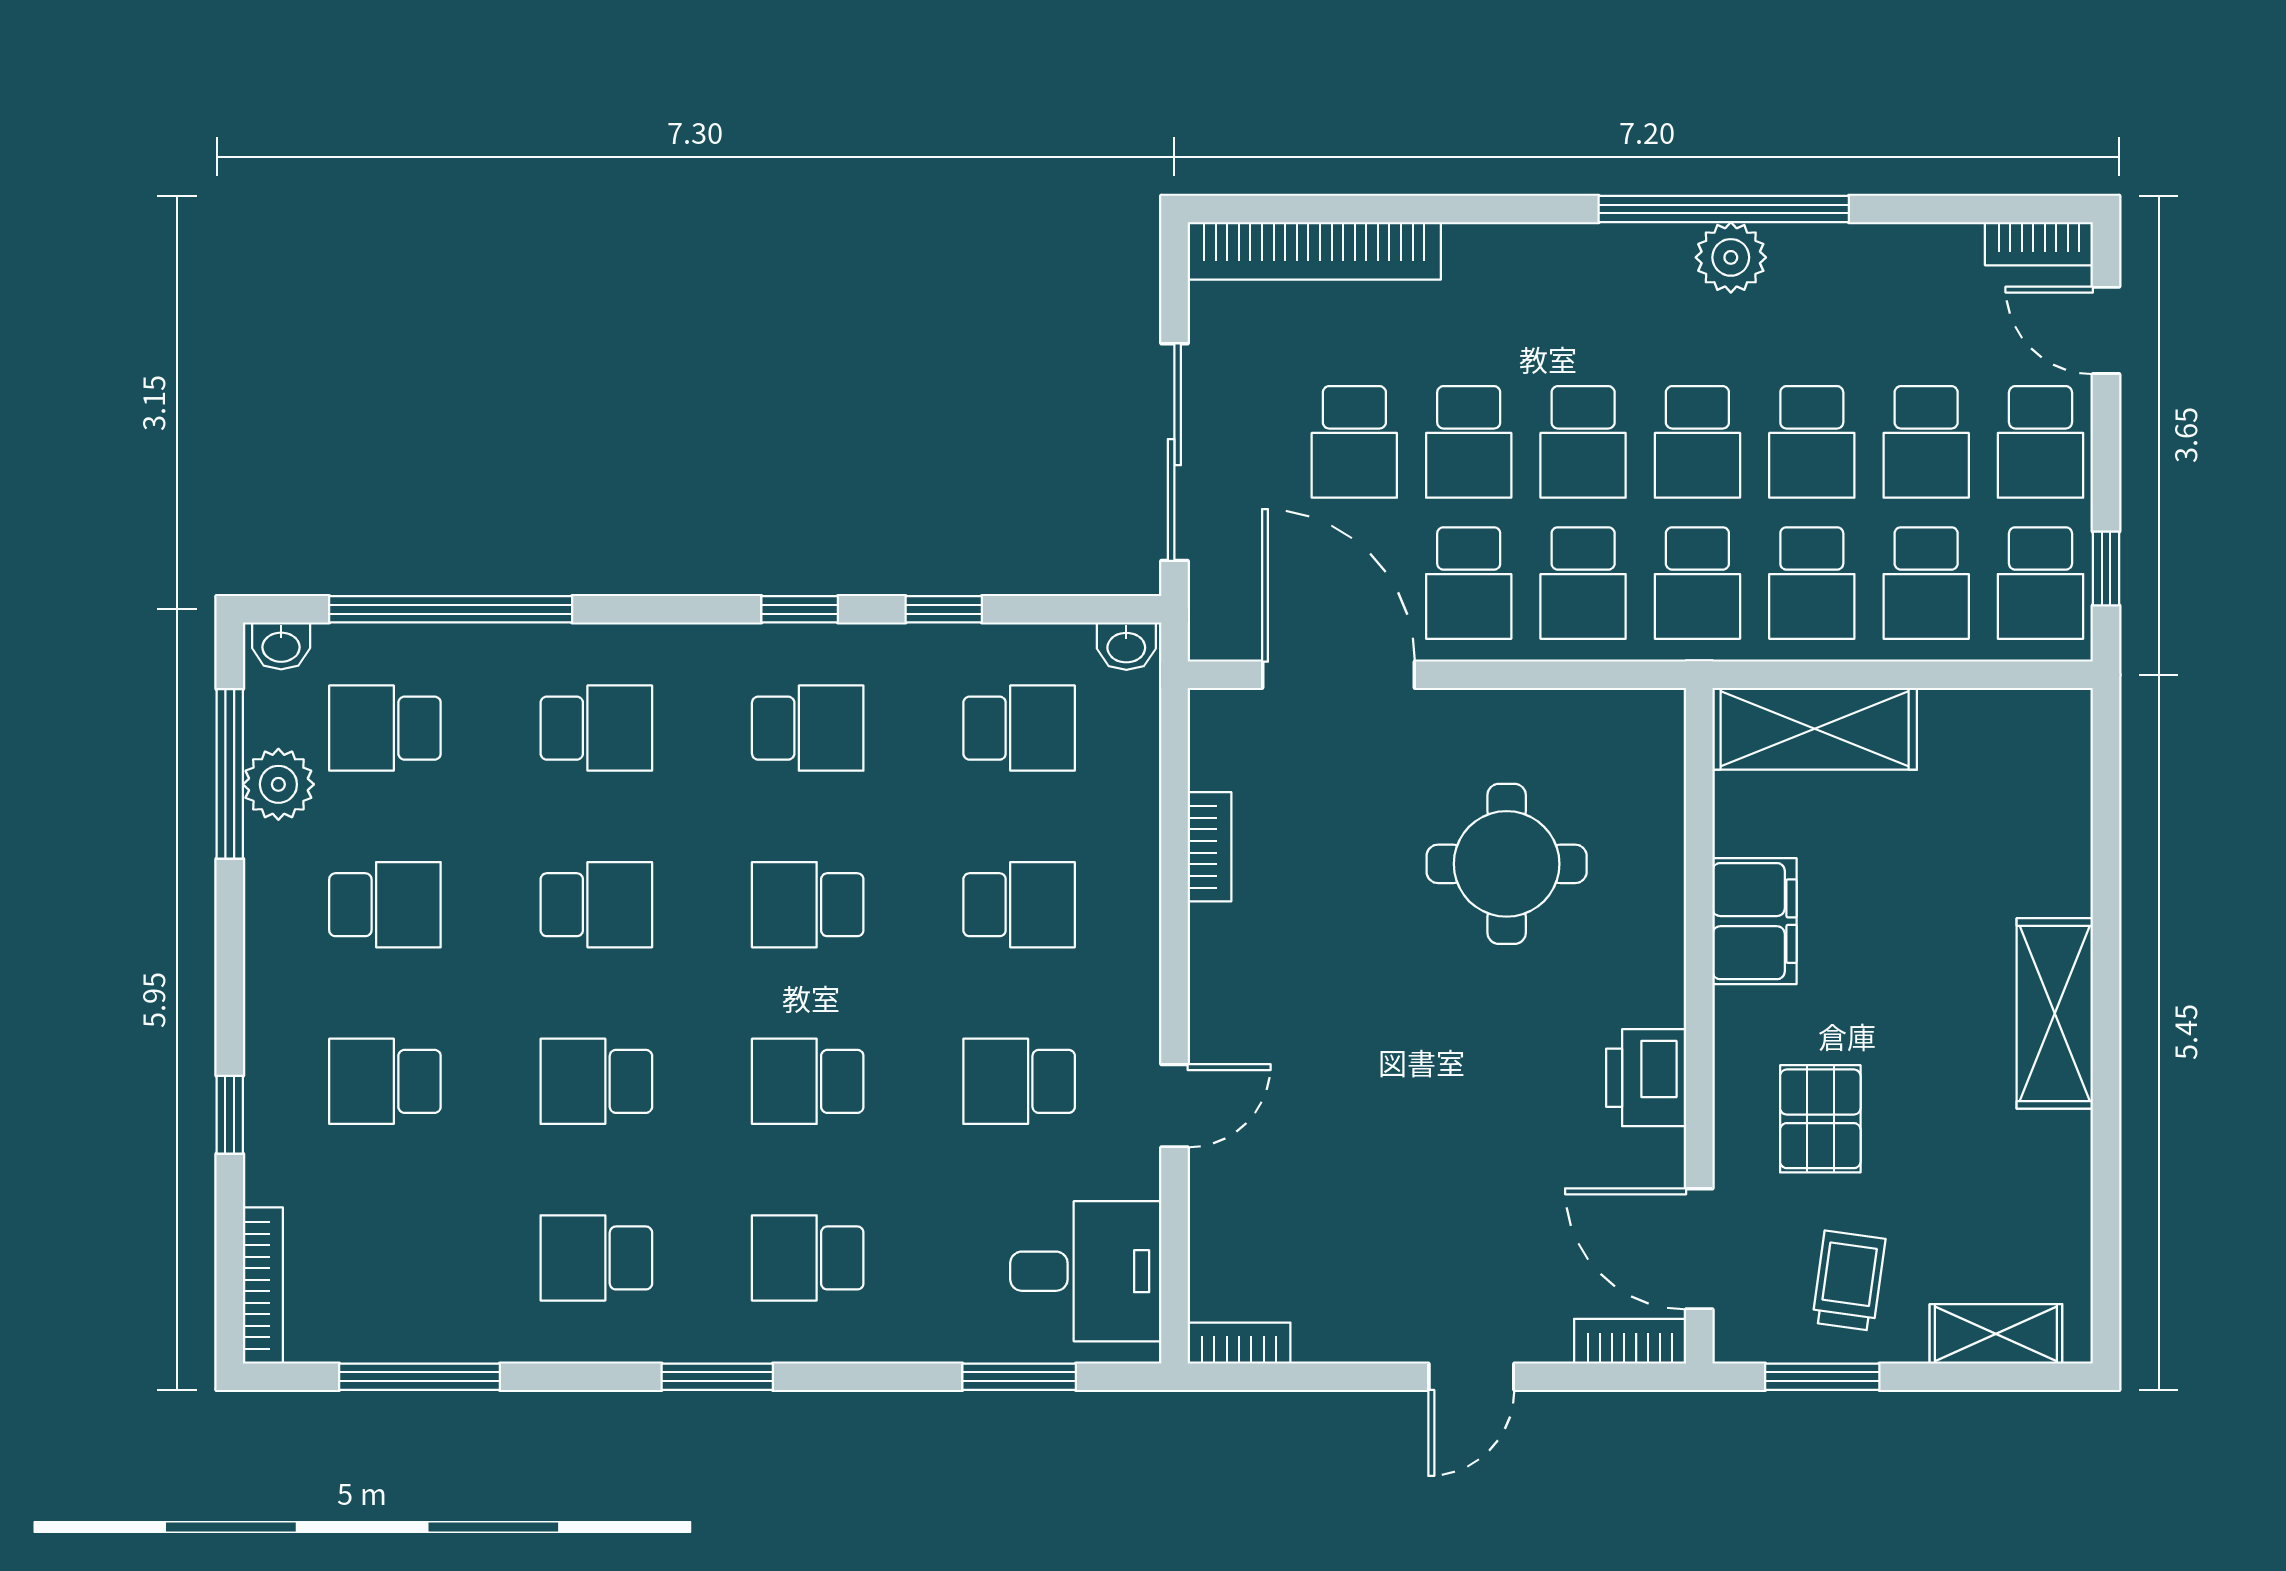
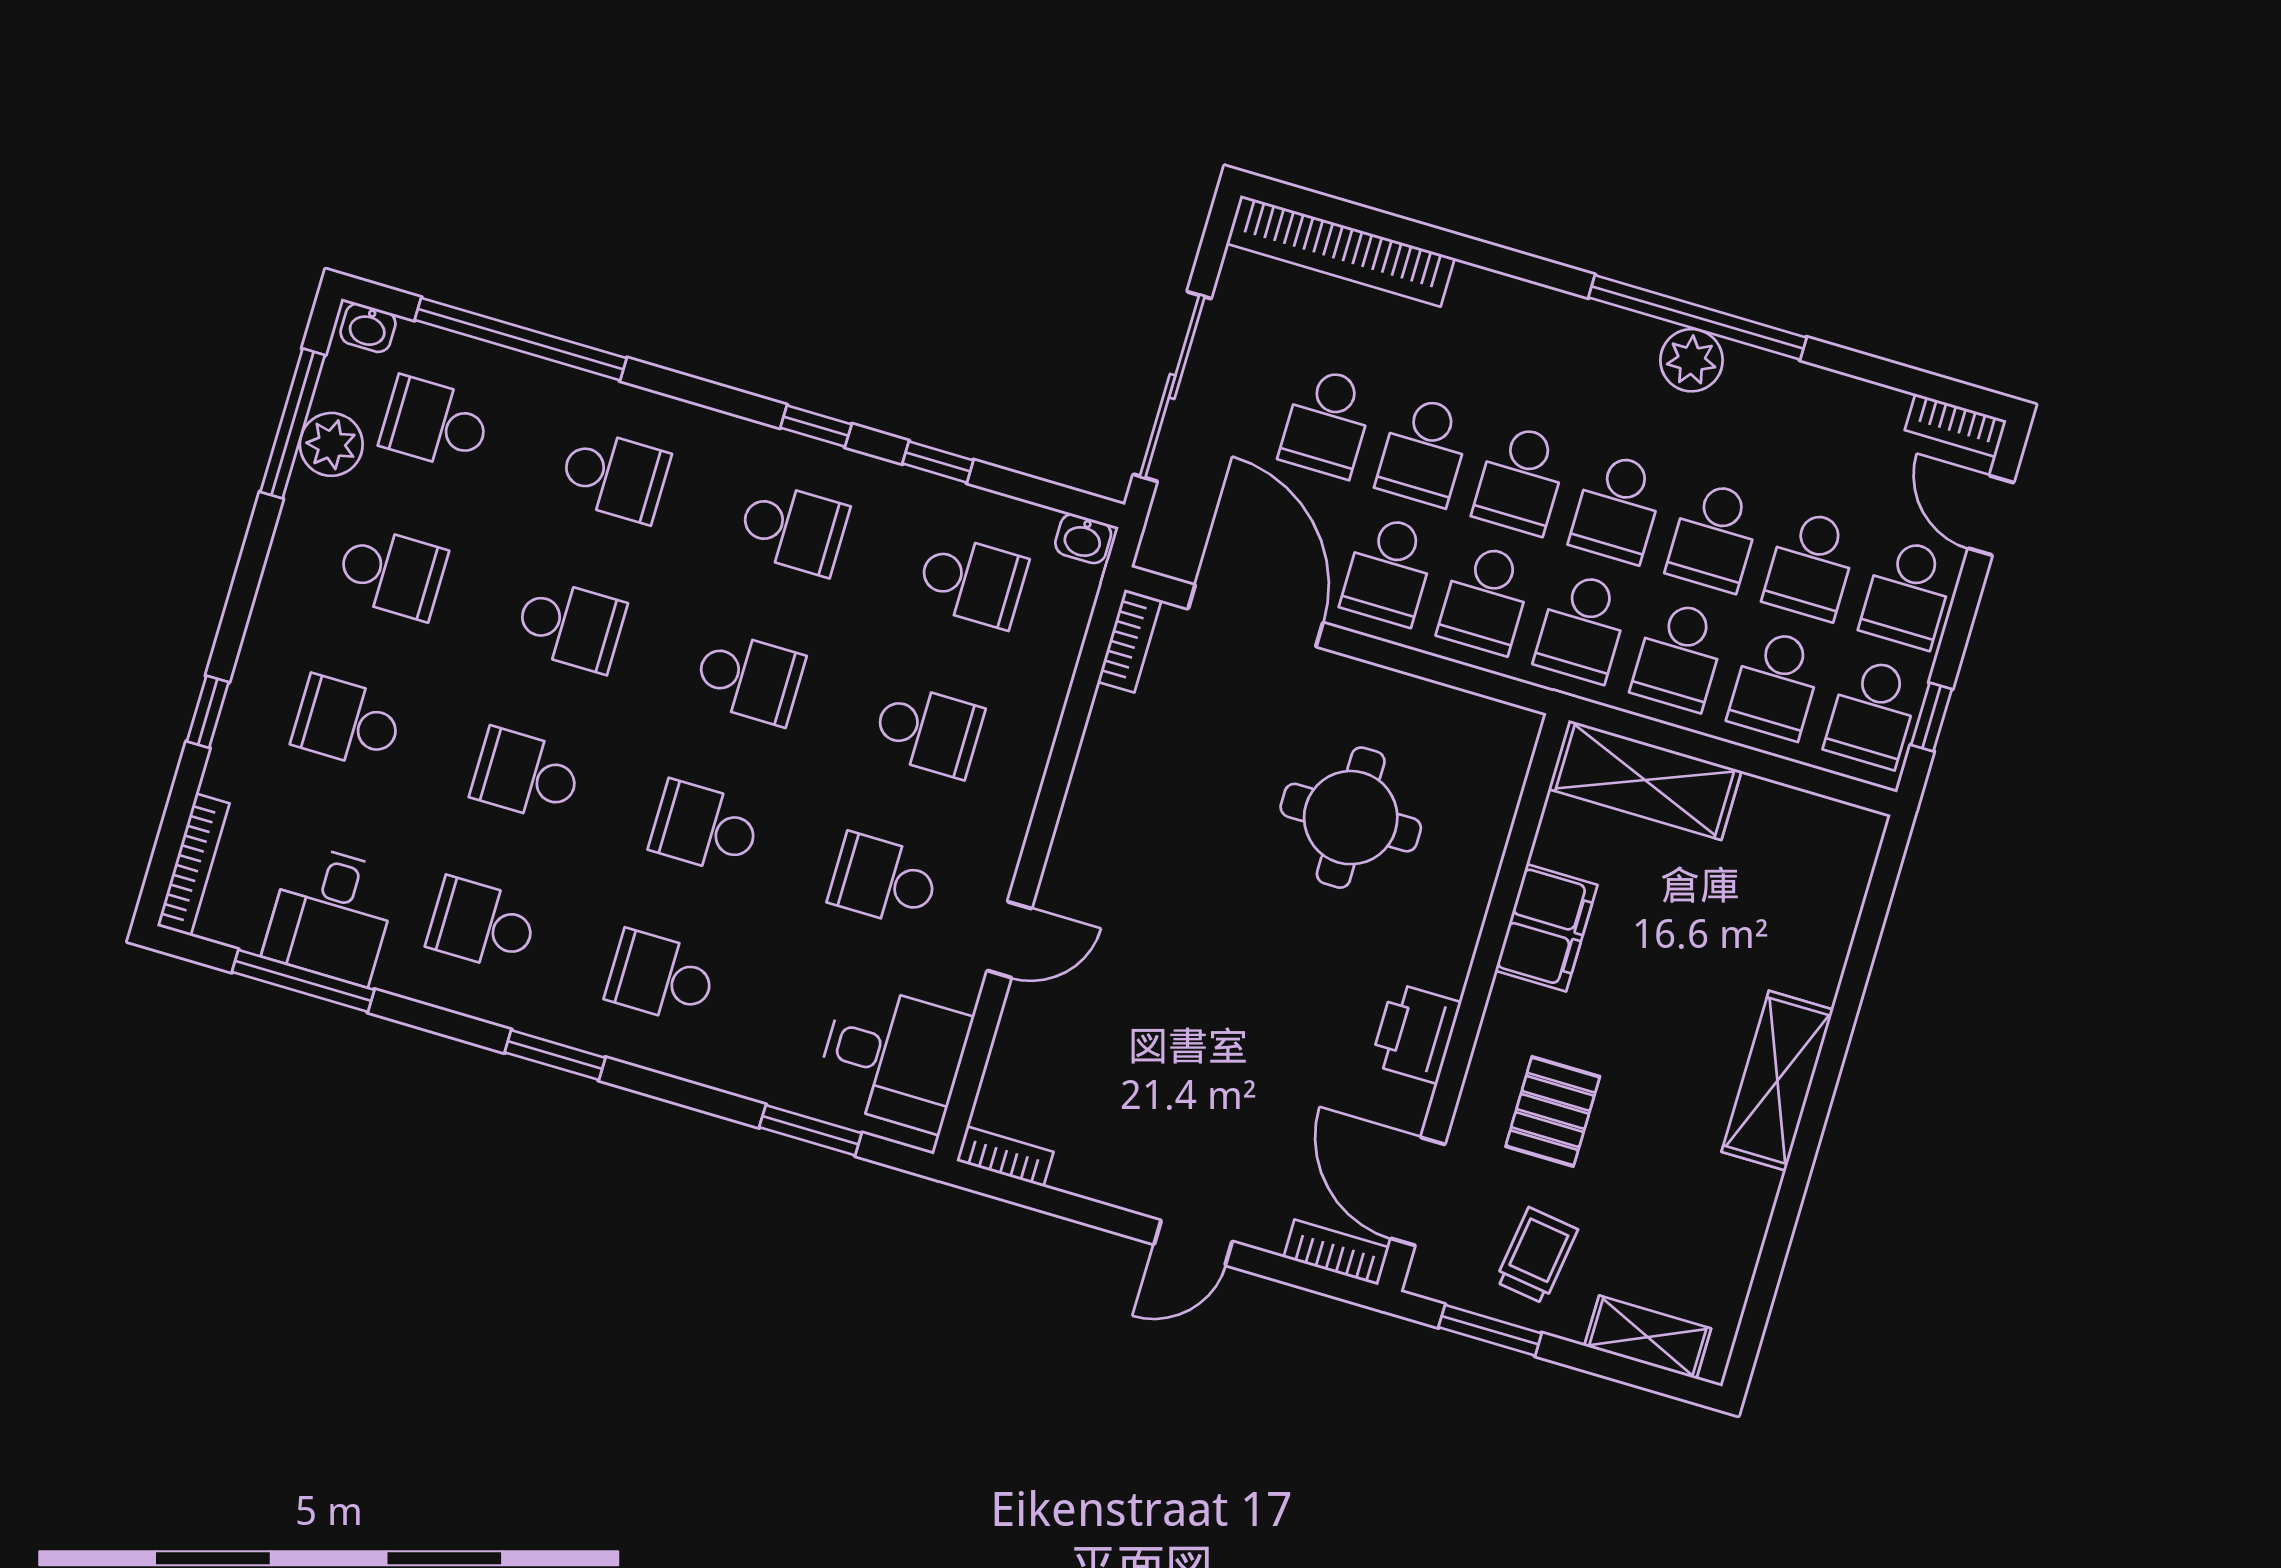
bookcase: (1209, 847) -> (1129, 641), moved
school desk: (808, 905) -> (749, 678), turned 180
desk: (429, 1295) -> (331, 914), added

